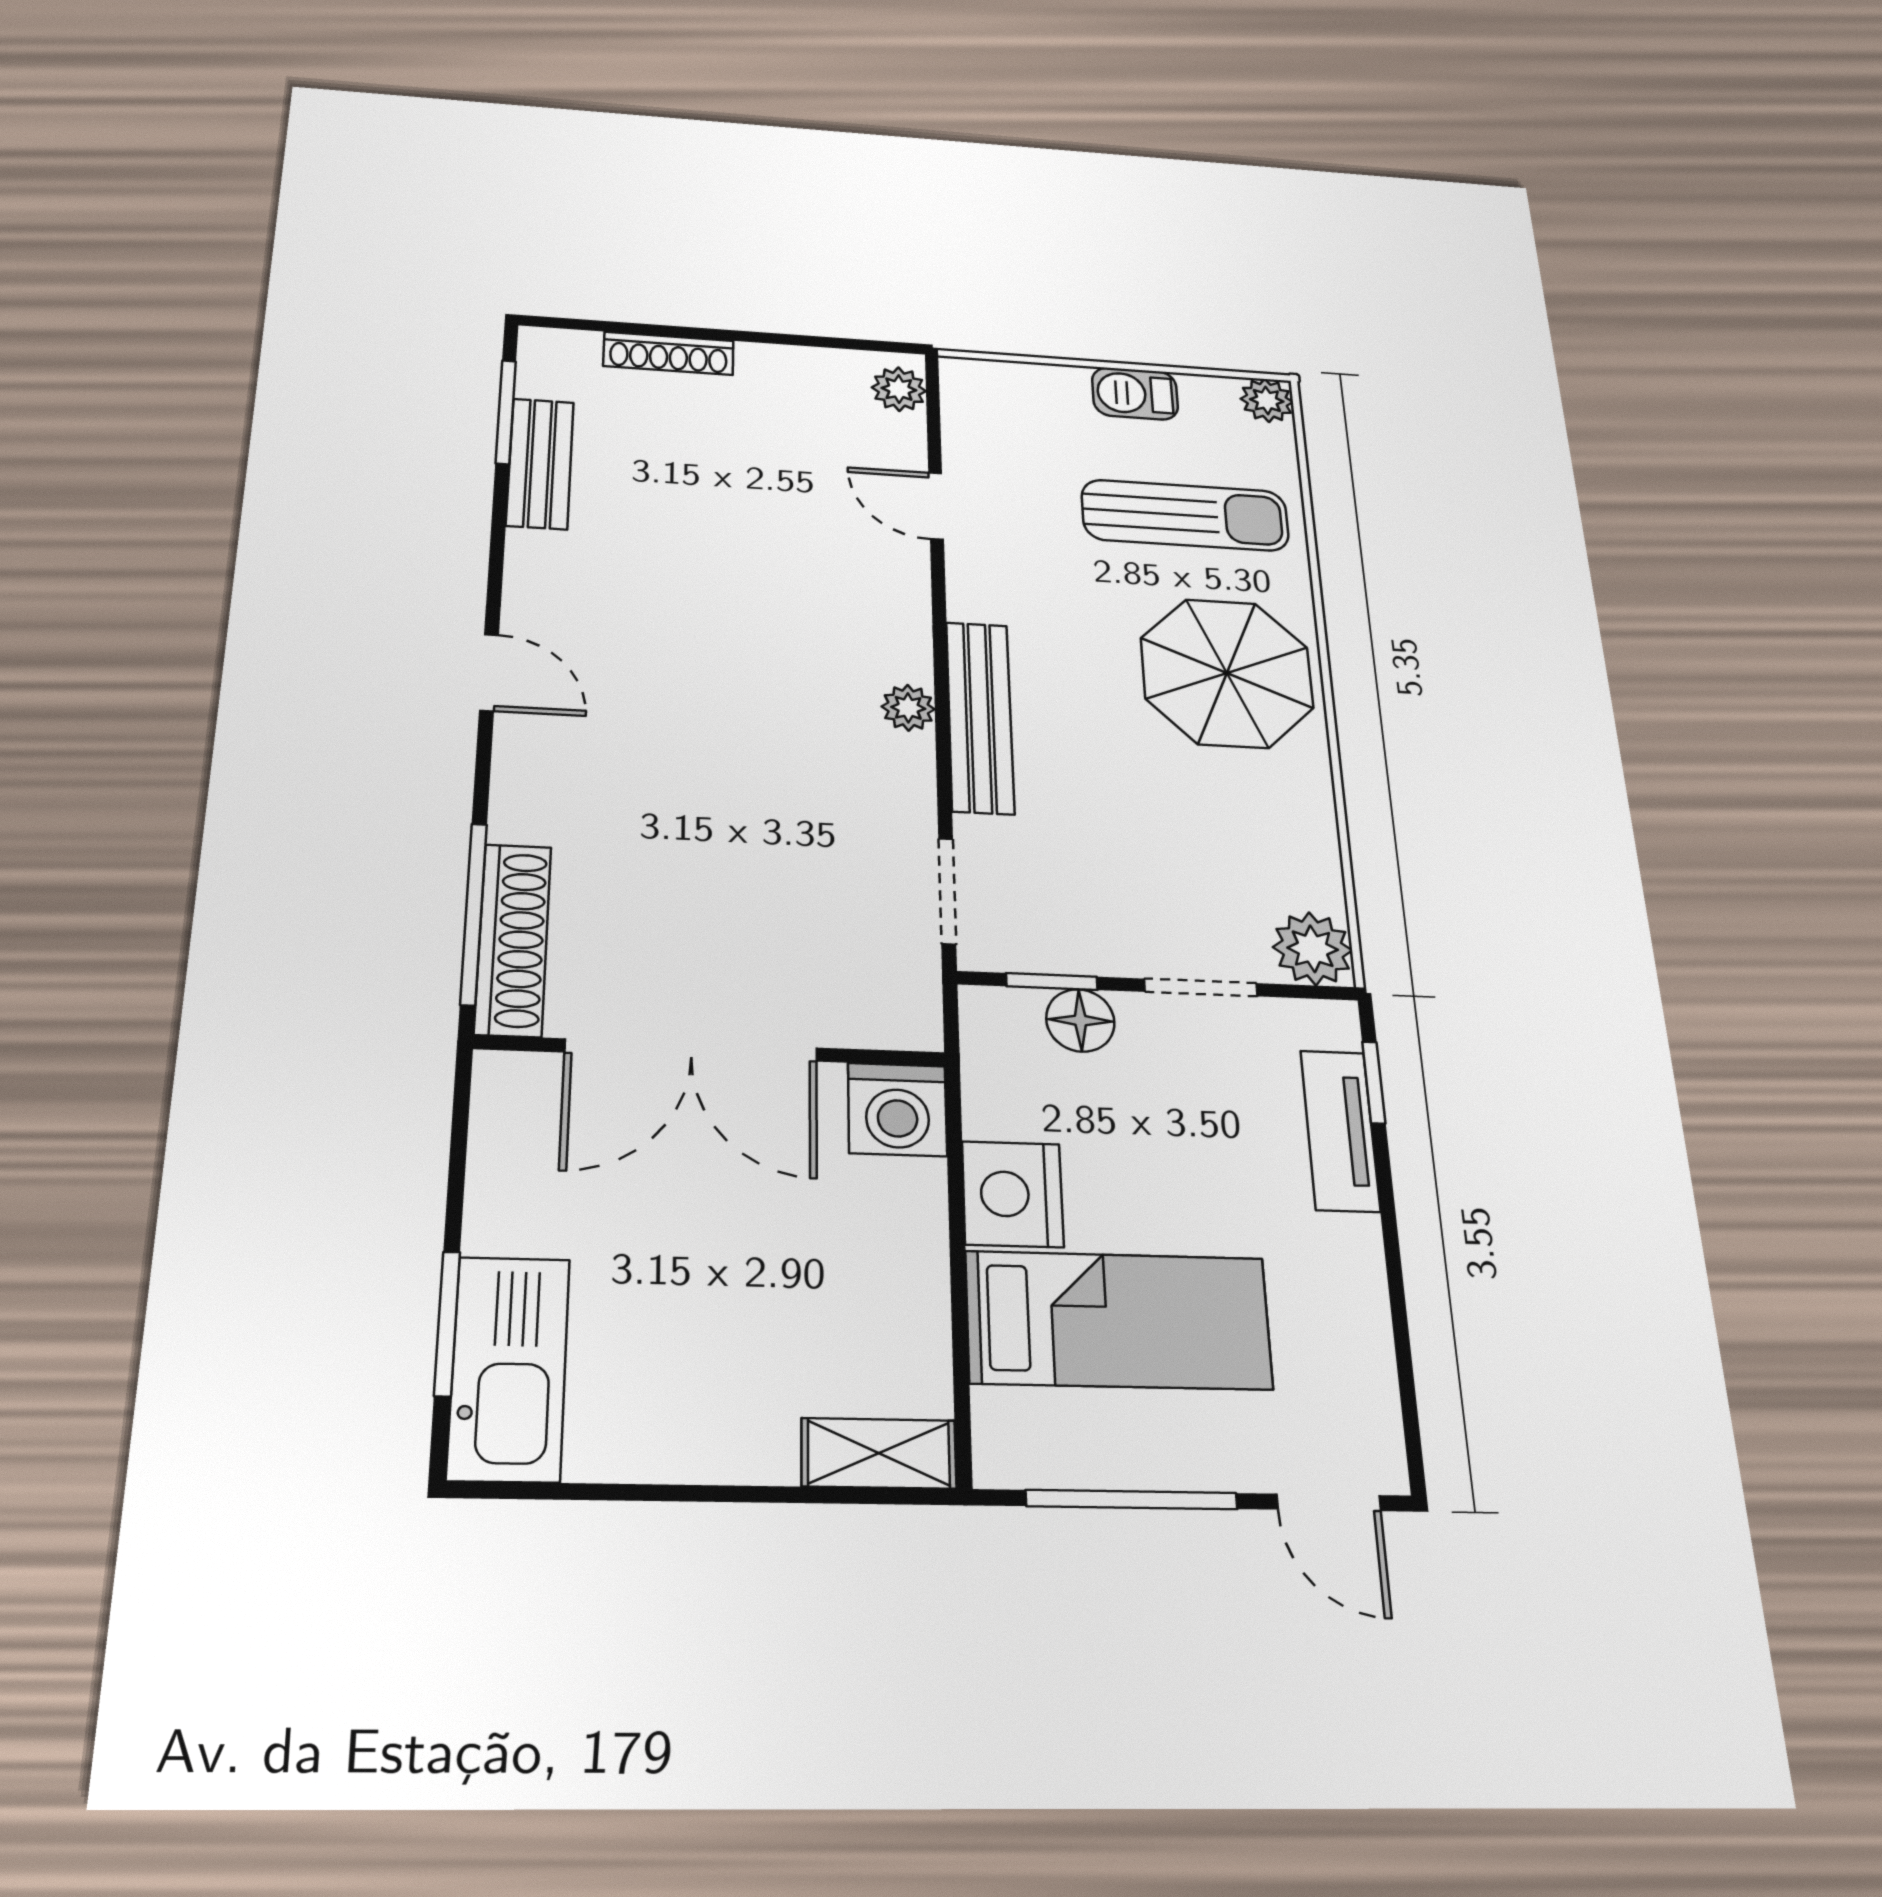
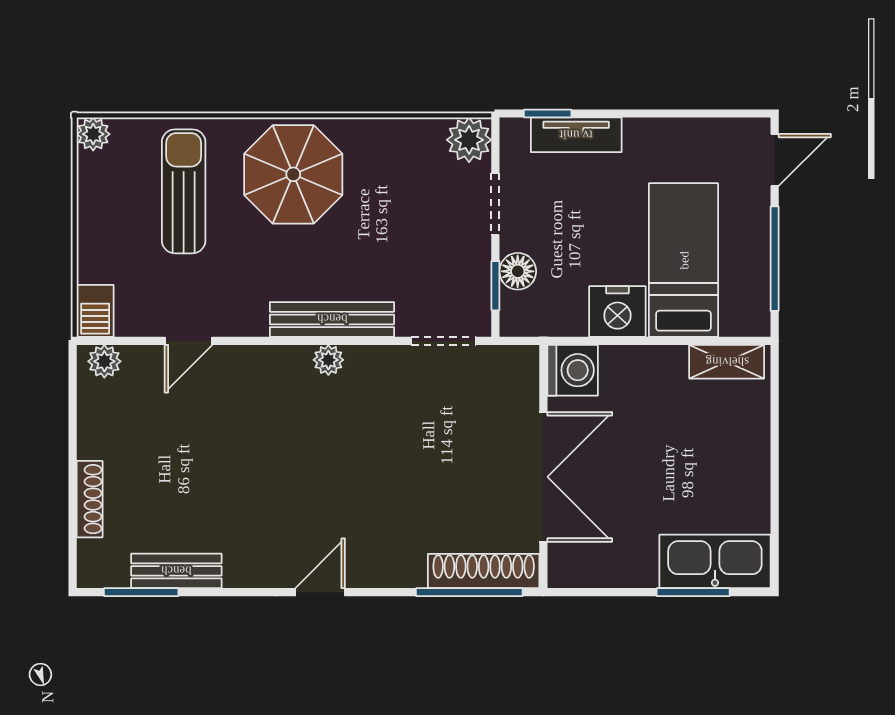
barbecue: (1135, 394) -> (95, 311), moved
shelving: (879, 1453) -> (727, 362), moved, turned 90

